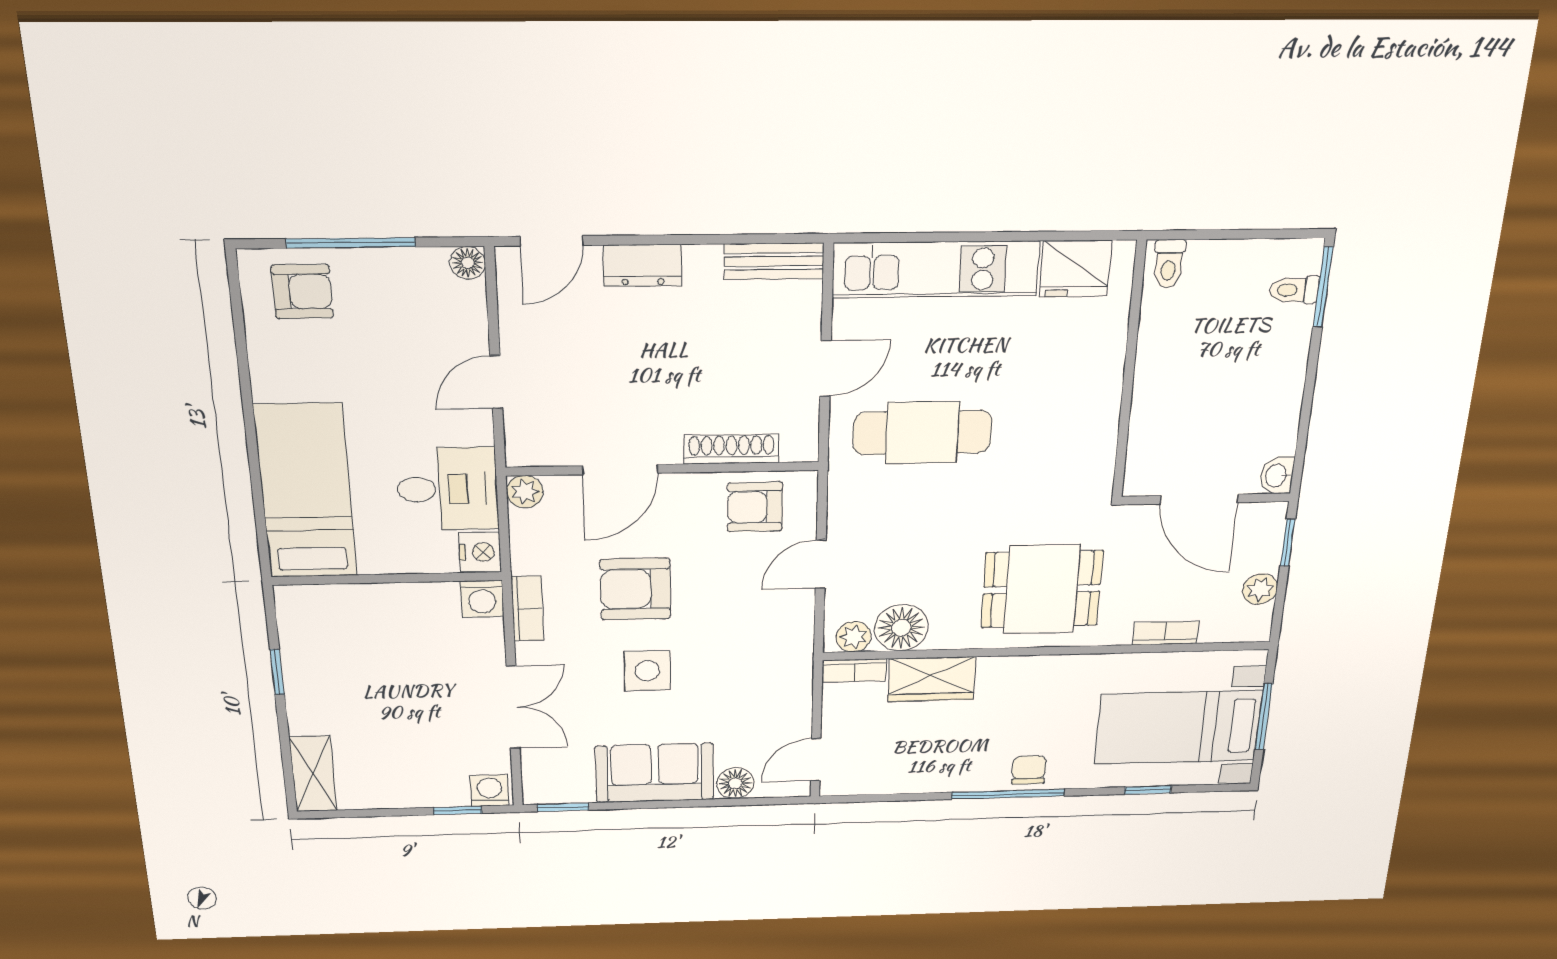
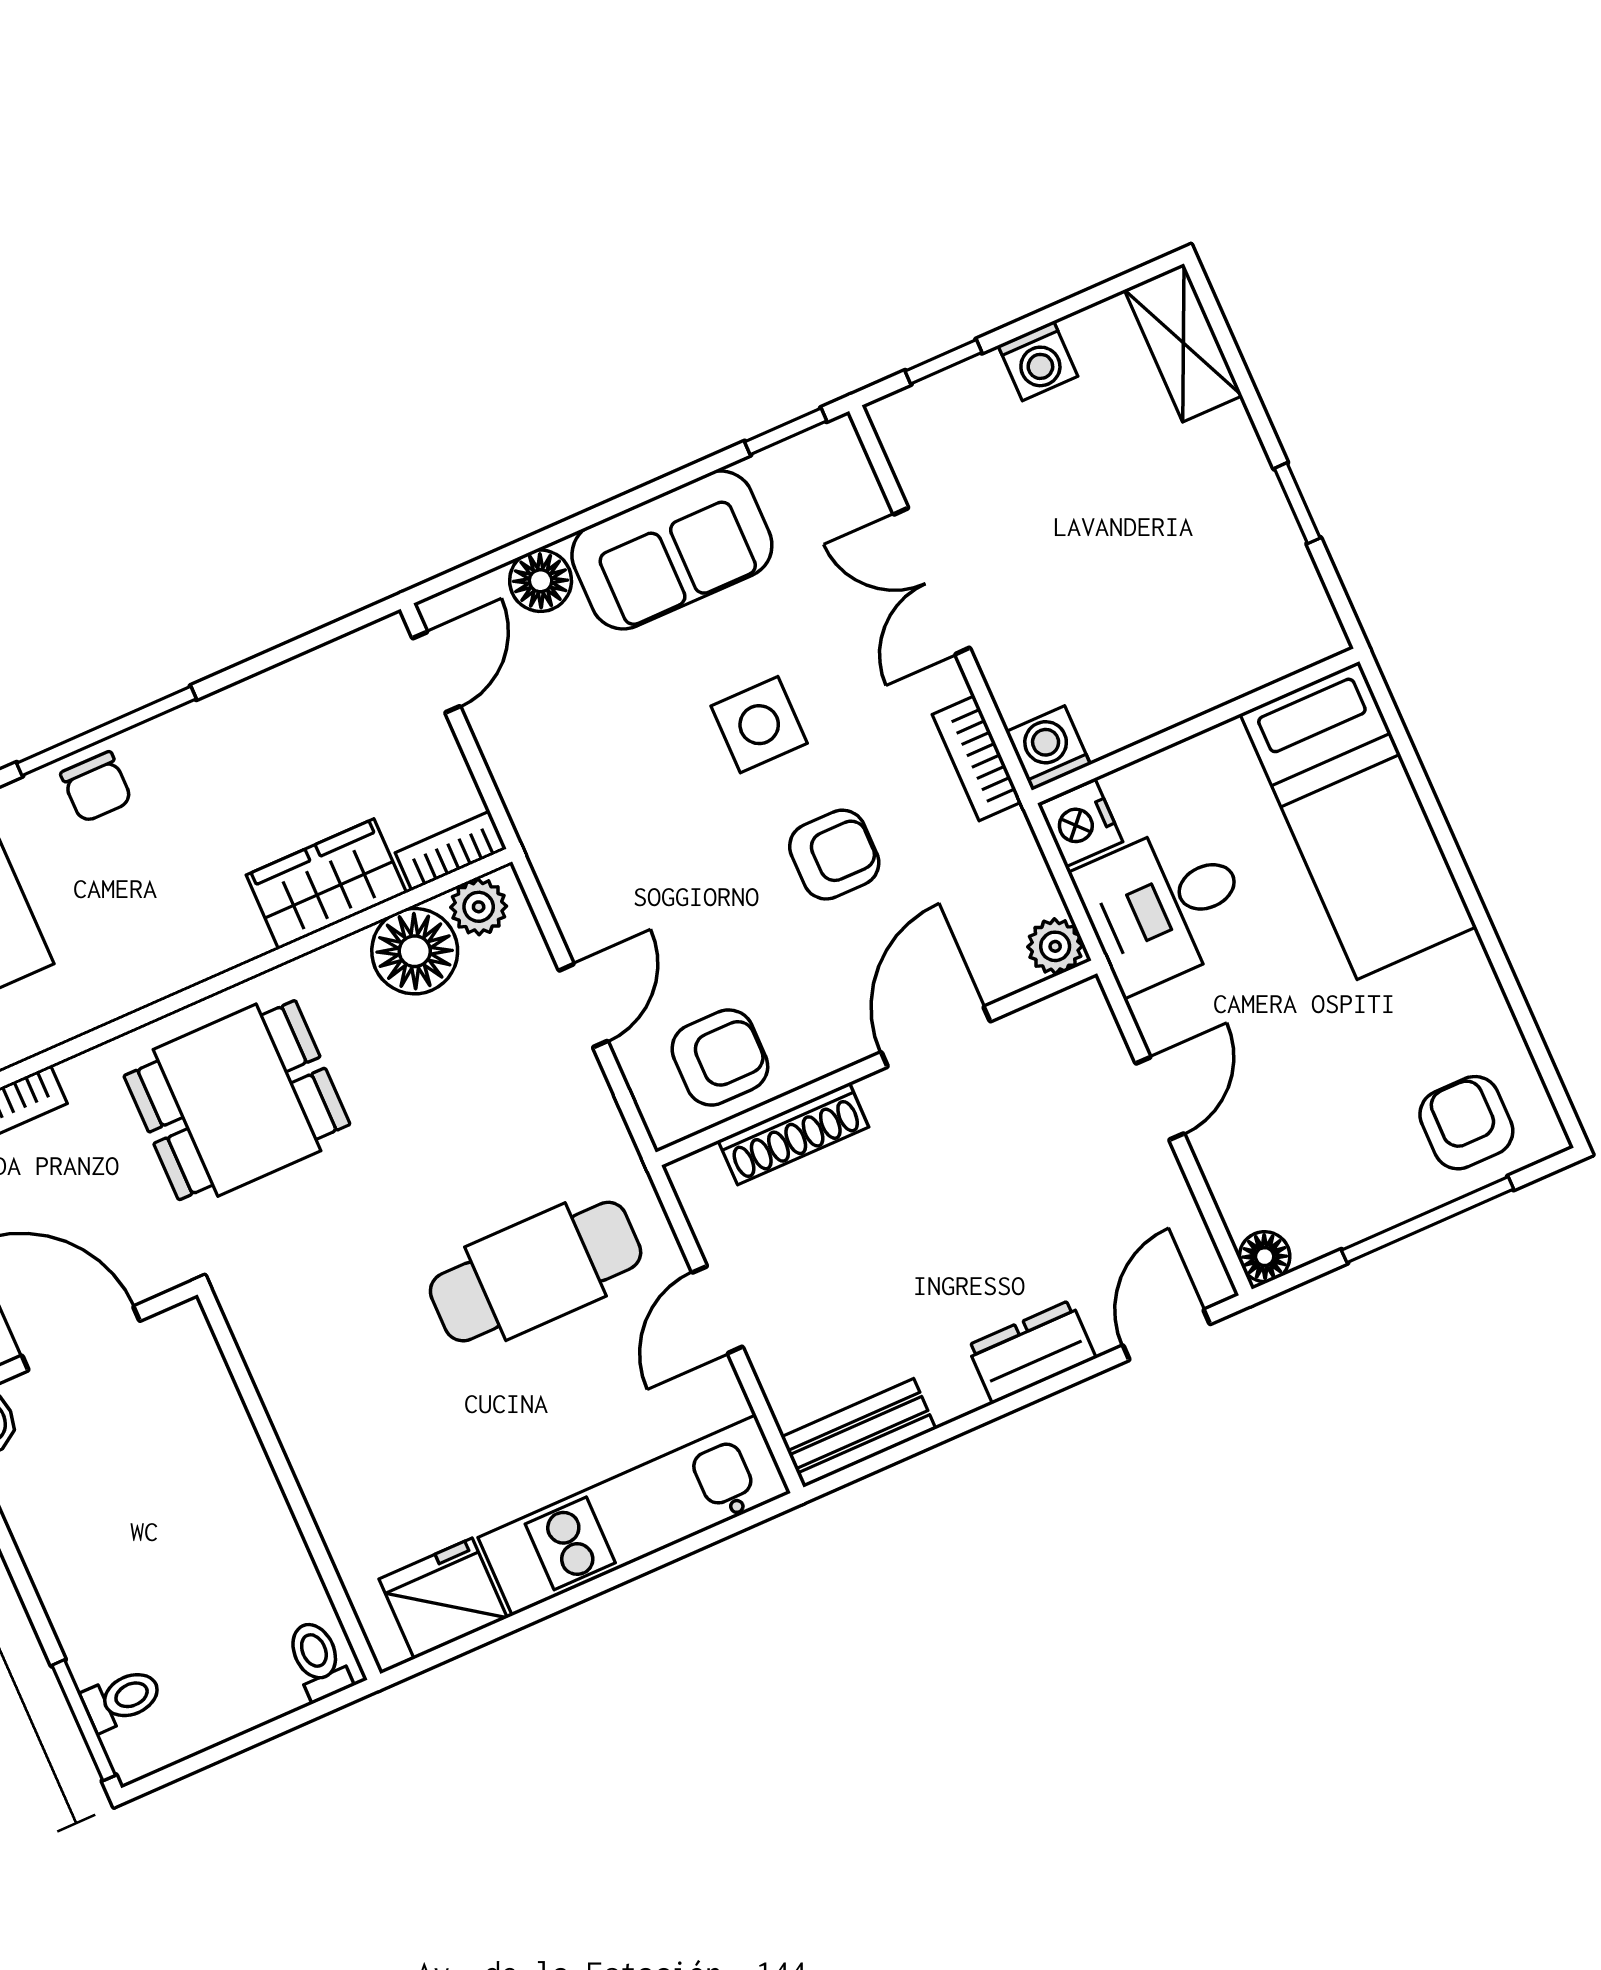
armchair: (302, 292) -> (1466, 1123), turned 90
armchair: (635, 589) -> (834, 855), width x0.72, depth x0.72
washing machine: (490, 790) -> (1038, 361), moved

